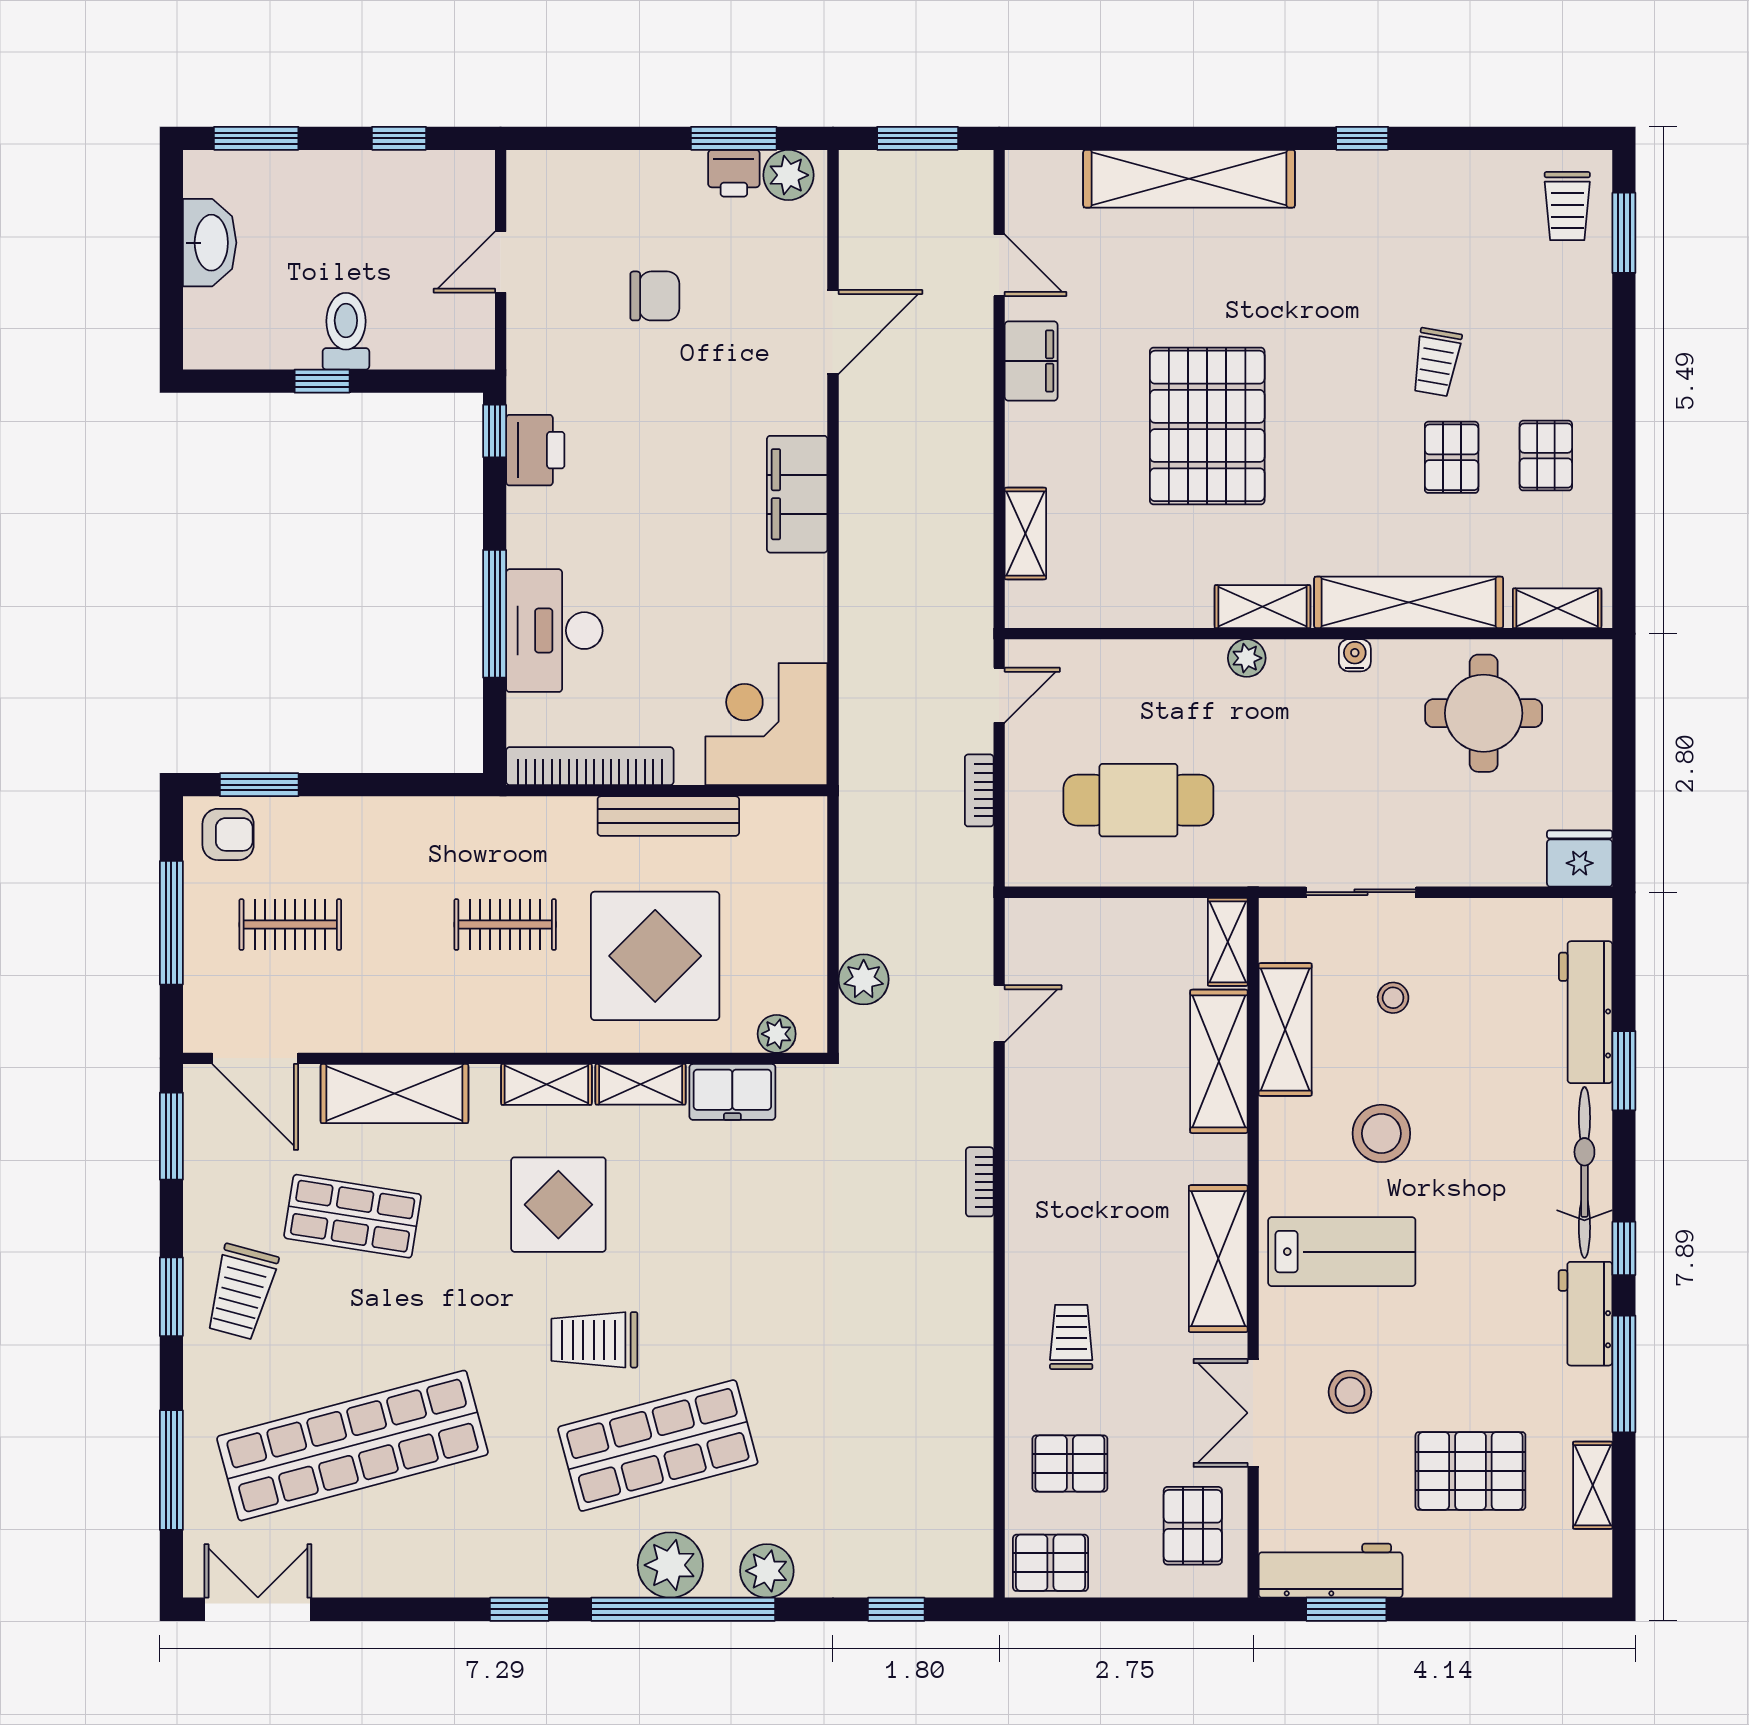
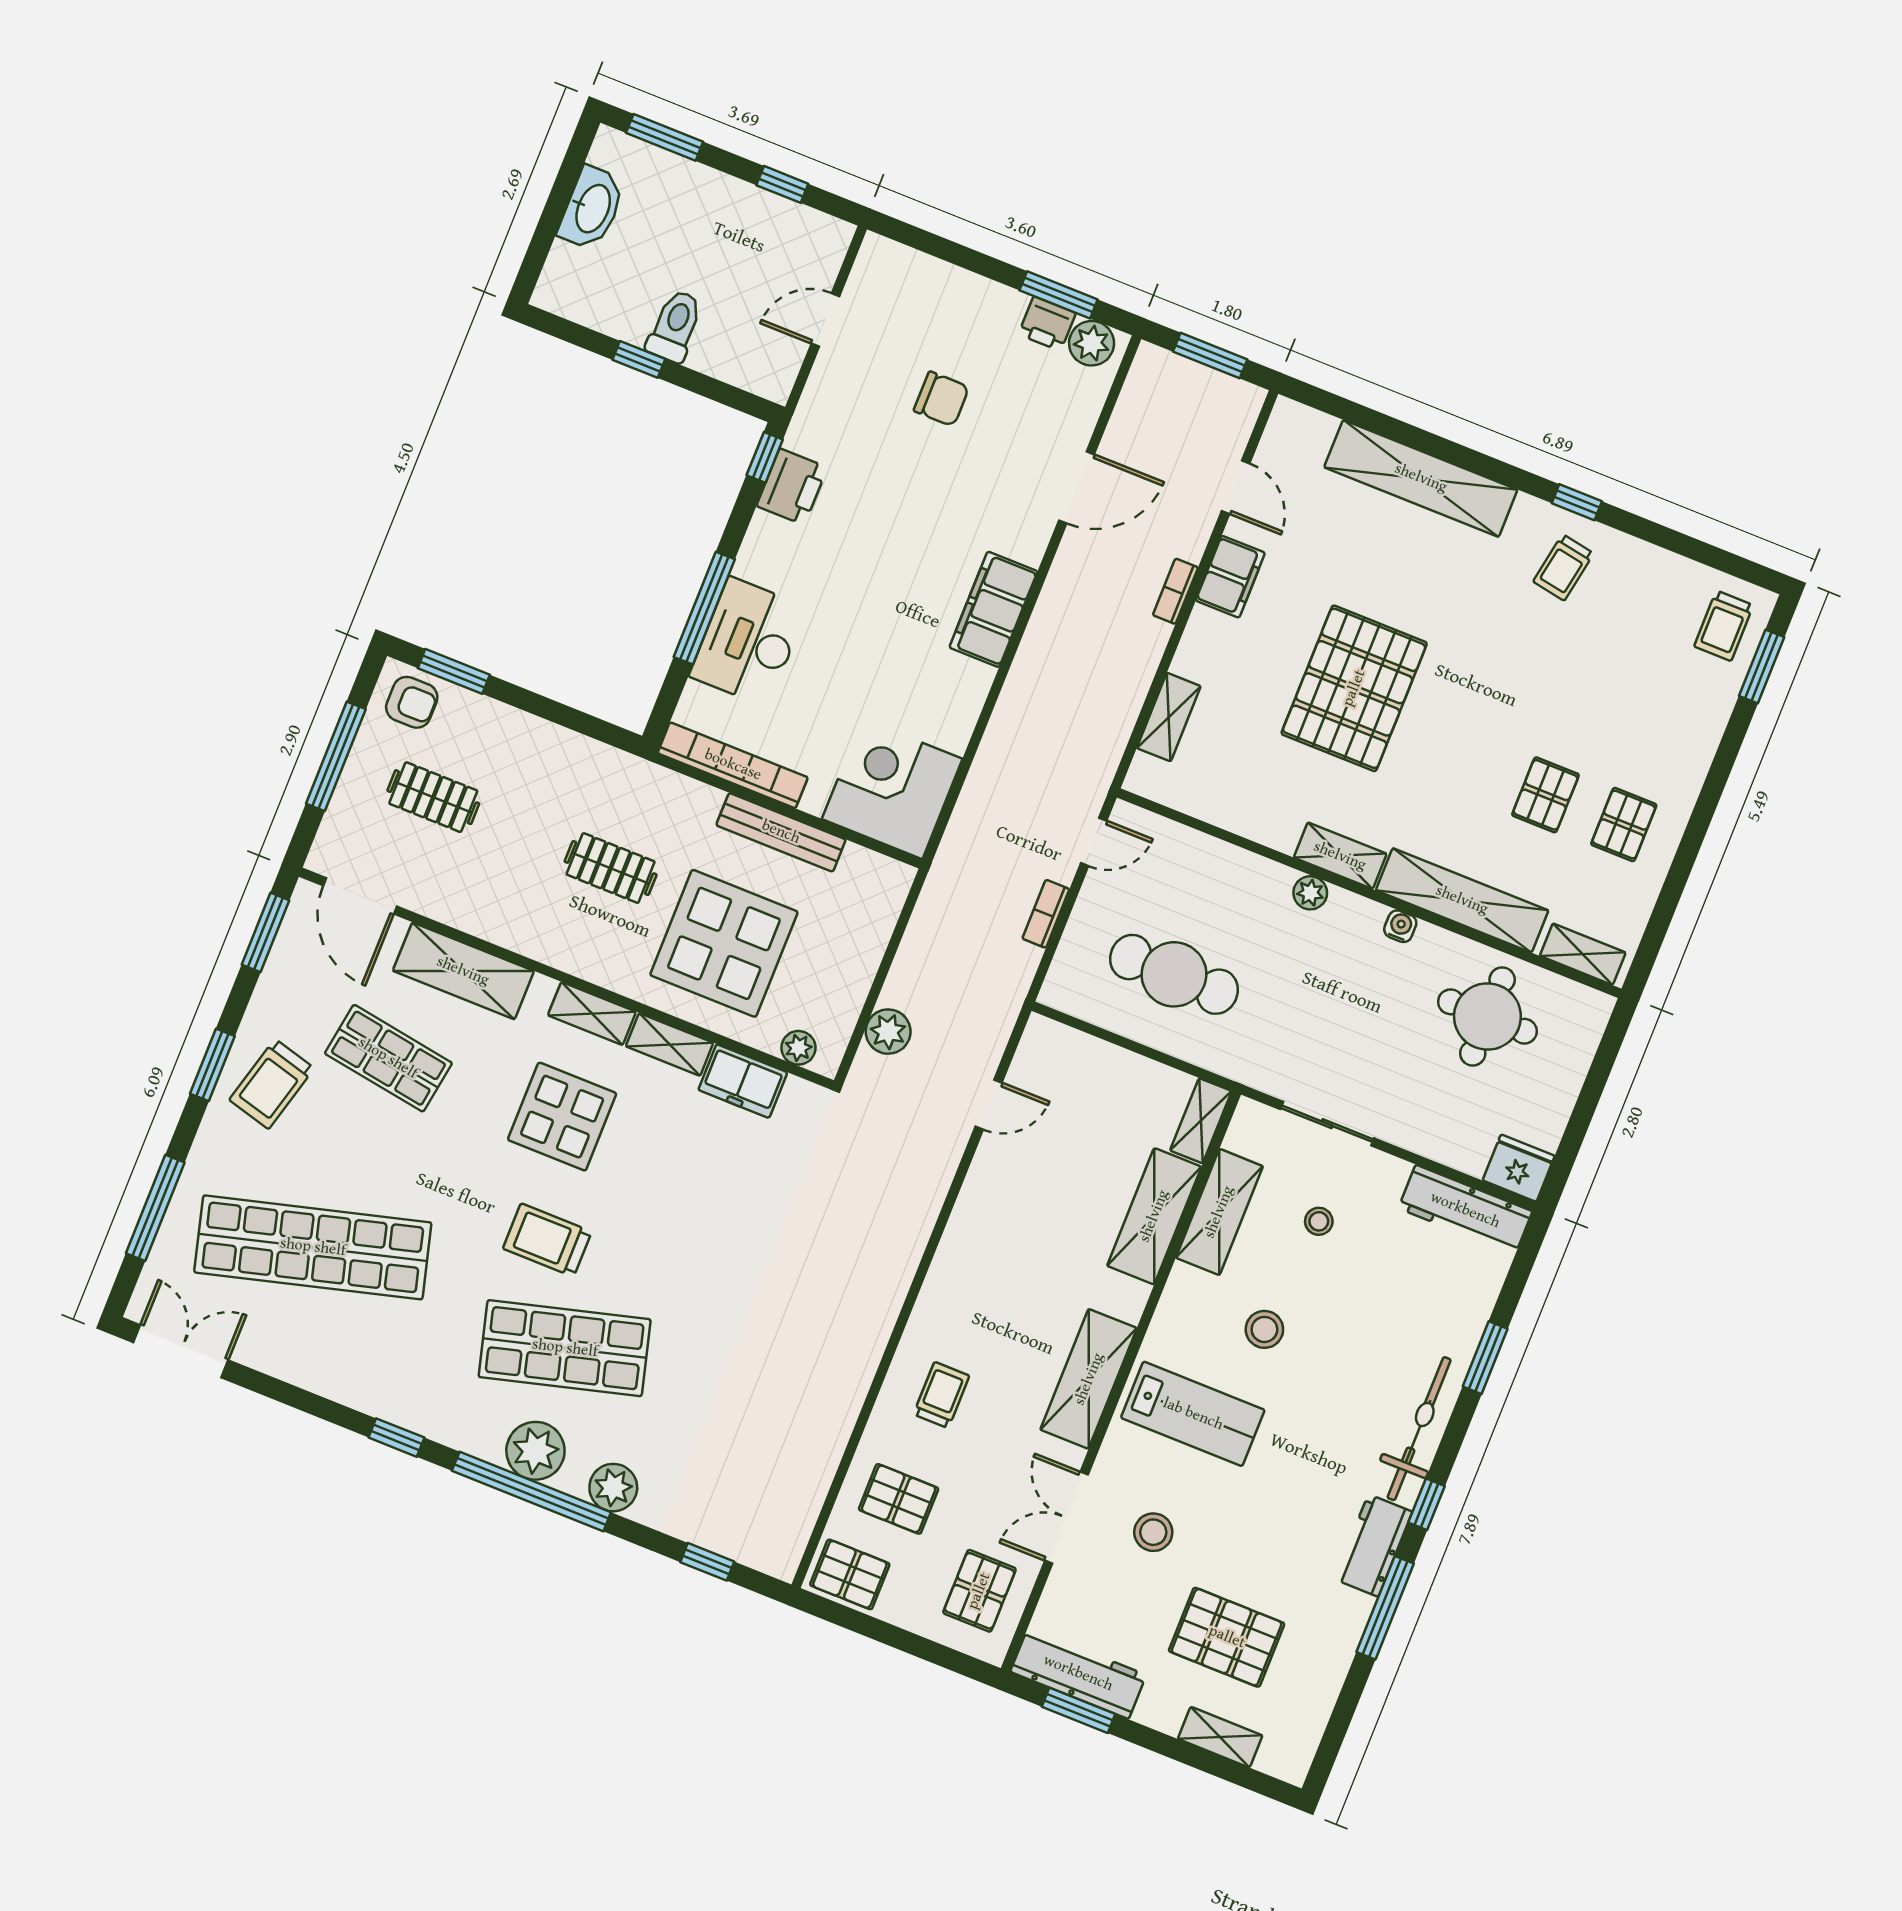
trolley: (1436, 362) -> (1563, 567), moved
workbench: (1586, 1012) -> (1465, 1210), moved, turned -90
stool: (1381, 1133) -> (1264, 1329), width x0.73, depth x0.73
bookcase: (980, 1182) -> (1175, 591), moved
shelving: (1593, 1485) -> (1220, 1737), moved, turned 90

